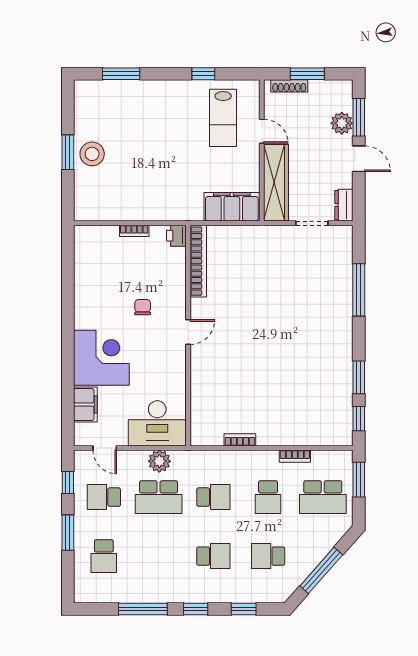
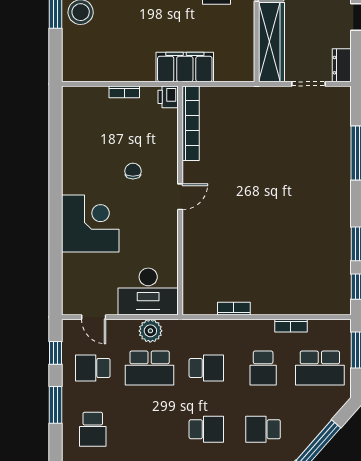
filing cabinet: (232, 207) -> (185, 67), moved
filing cabinet: (85, 405) -> (74, 272), removed

